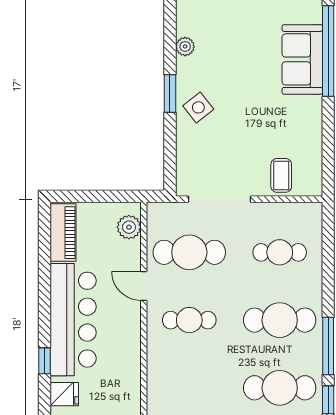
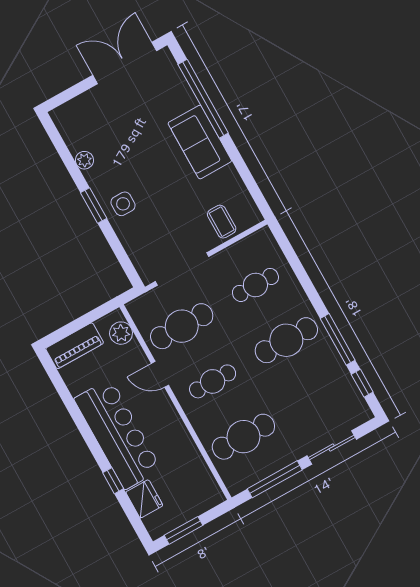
sofa: (302, 59) -> (200, 142), moved
side table: (198, 107) -> (123, 204), turned 38
piano: (63, 233) -> (75, 346), moved, turned 90
cafe table: (280, 388) -> (243, 437), moved
fridge: (64, 394) -> (144, 499), width x1.38

